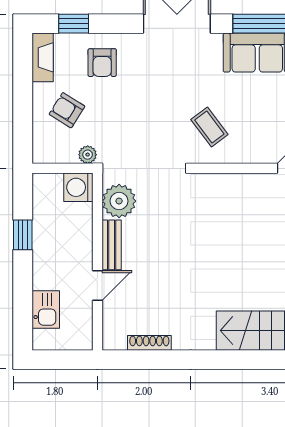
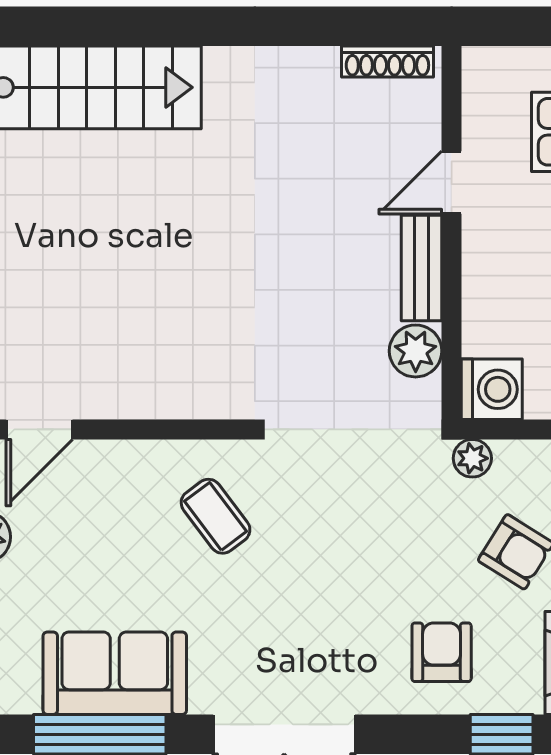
plant: (119, 201) -> (416, 351), width x0.73, depth x0.73
shoe rack: (149, 343) -> (387, 62), moved

